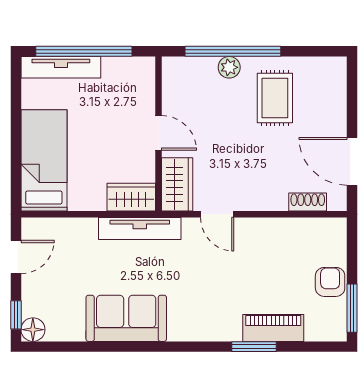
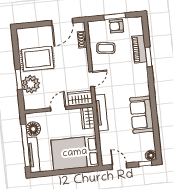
window: (233, 51) -> (19, 79), width x0.47
plant: (229, 67) -> (31, 84), width x1.88, depth x1.88
floor lamp: (119, 72) -> (33, 129), added
rug: (275, 98) -> (38, 59), width x1.36, depth x1.43
bed: (44, 160) -> (75, 153), width x1.50
coffee table: (283, 253) -> (106, 48), added
window: (352, 308) -> (115, 16), moved

